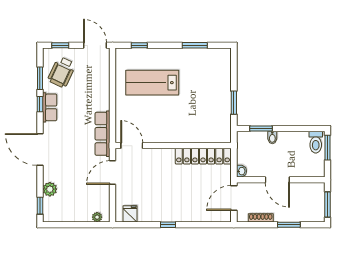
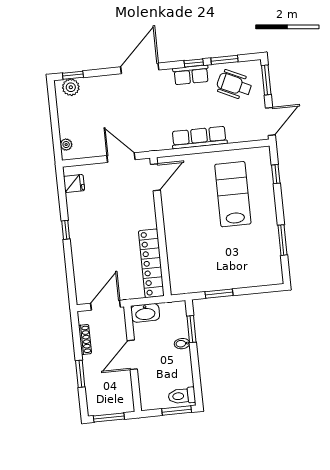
window: (60, 45) -> (266, 80), width x1.50
row of seats: (102, 134) -> (199, 138), moved
washbasin: (241, 171) -> (145, 313), width x1.91, depth x1.45
plant: (50, 189) -> (71, 87), moved
door: (234, 198) -> (105, 305), hinge flipped

